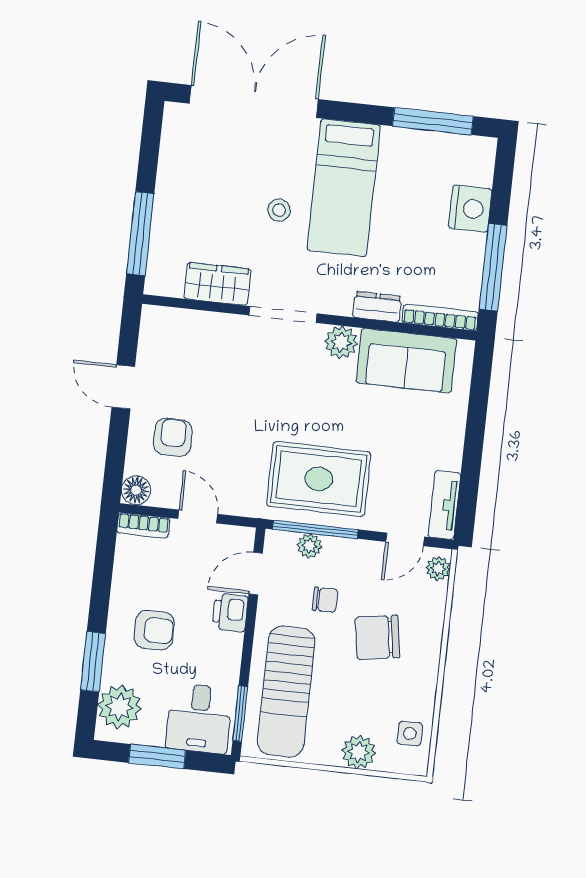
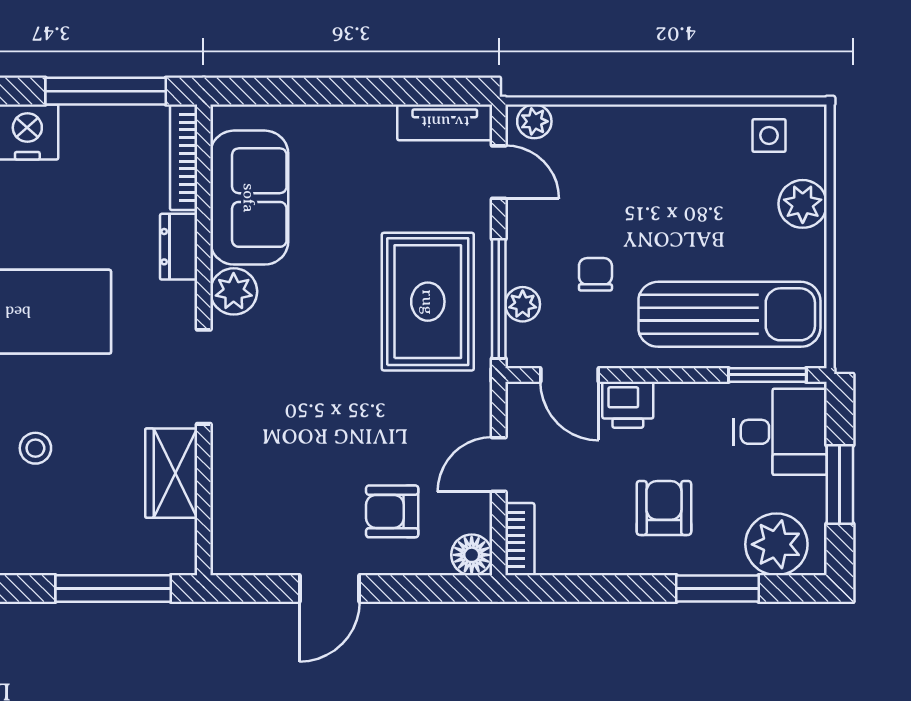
stool: (279, 210) -> (35, 448), moved
chair: (378, 637) -> (640, 195), removed

